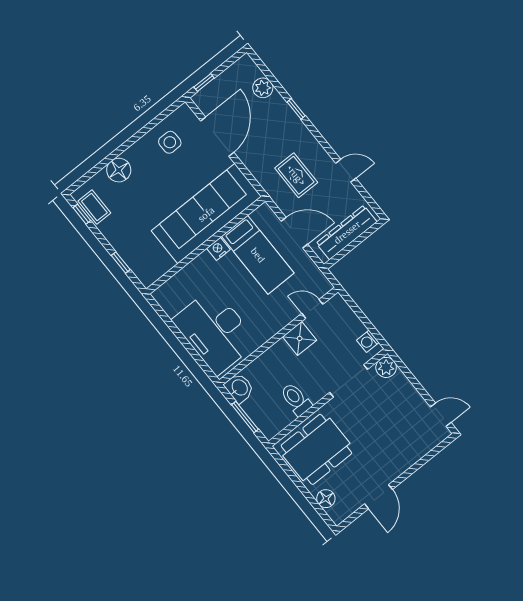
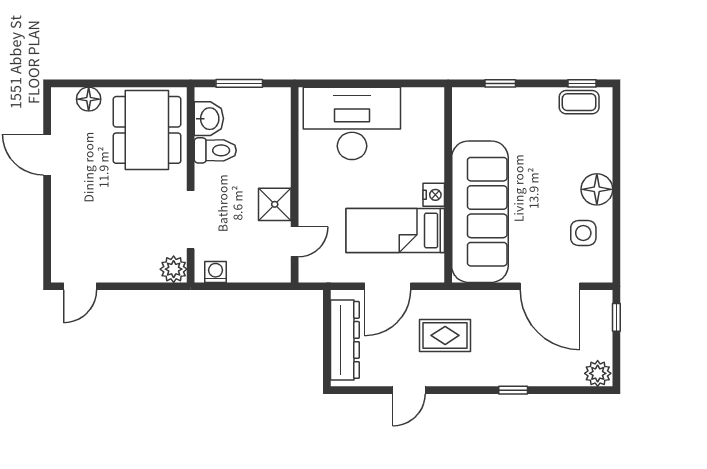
plant: (263, 88) -> (598, 373), moved
floor lamp: (119, 170) -> (597, 189), moved
washbasin: (239, 388) -> (209, 119), moved, turned -90

